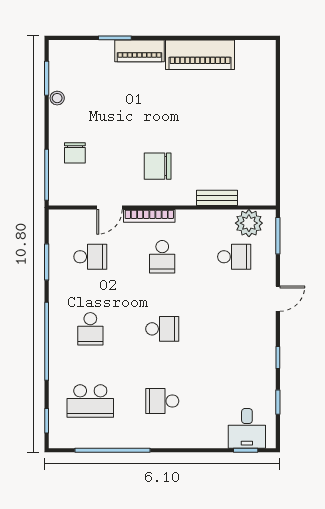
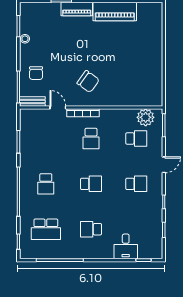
chair: (158, 166) -> (88, 82), turned -144
bench: (217, 198) -> (32, 101), moved
door: (109, 207) -> (58, 108), swing flipped
school desk: (90, 257) -> (136, 184), moved
desk: (247, 428) -> (126, 246), moved

